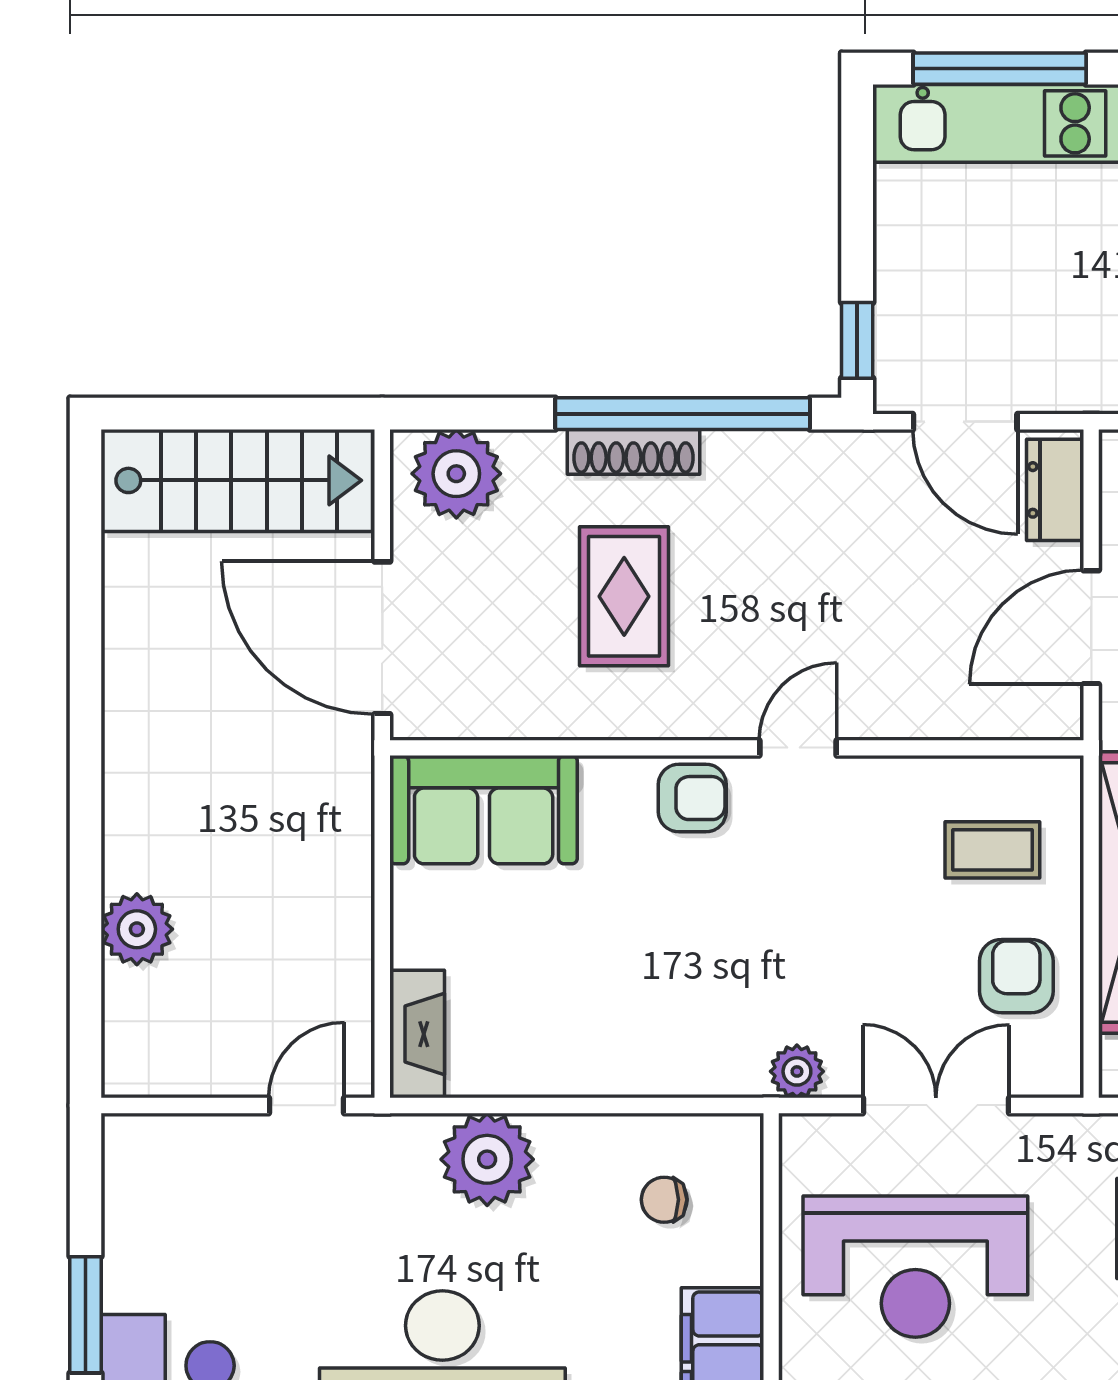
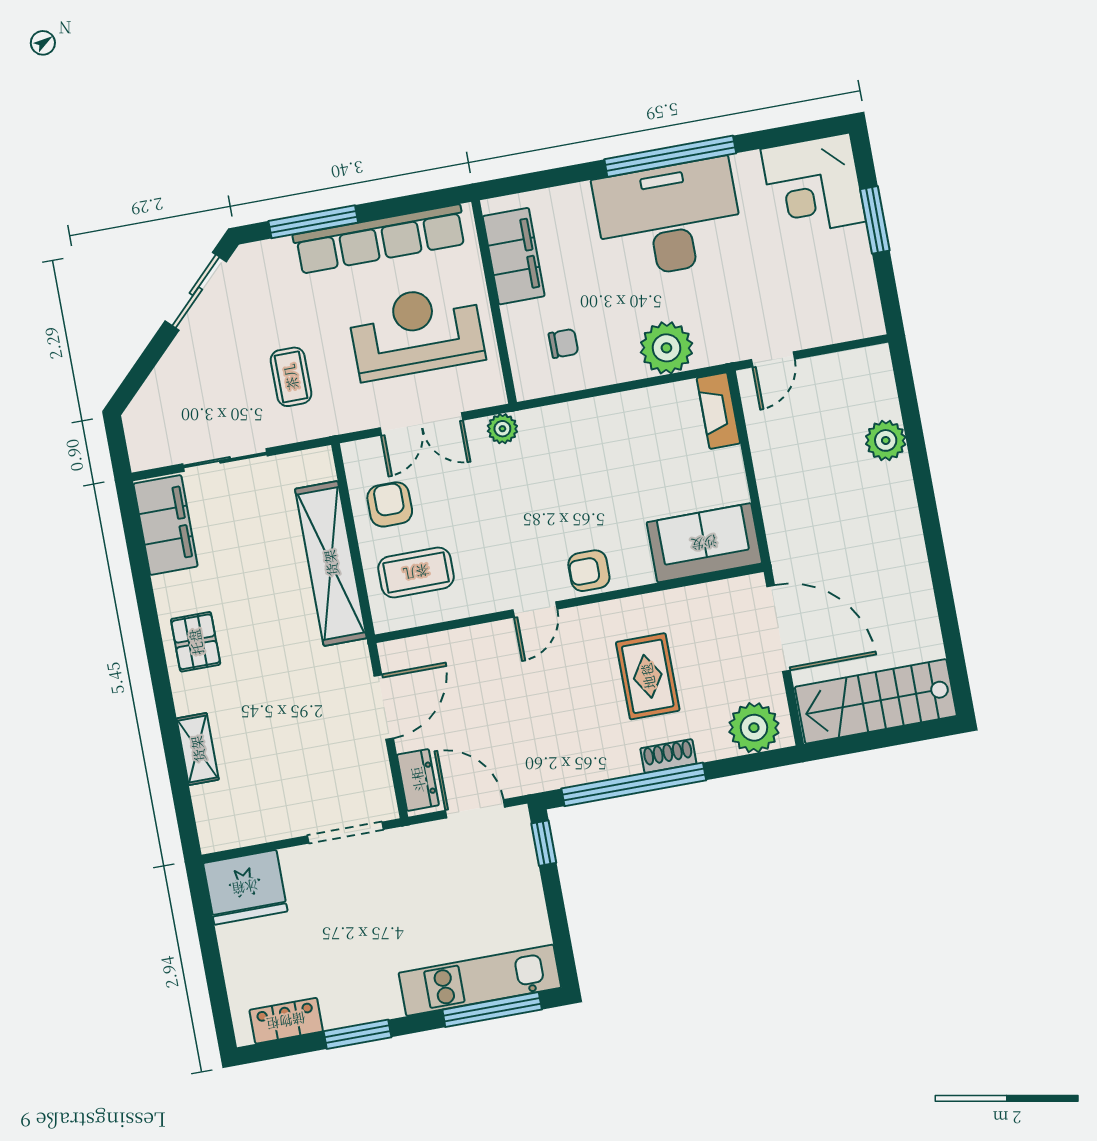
shoe rack: (633, 452) -> (668, 756), width x0.70
coffee table: (992, 850) -> (416, 572), width x1.36, depth x1.30
armchair: (1016, 976) -> (390, 504), turned 180

